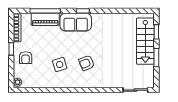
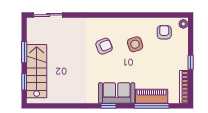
armchair: (26, 58) -> (164, 32), moved

